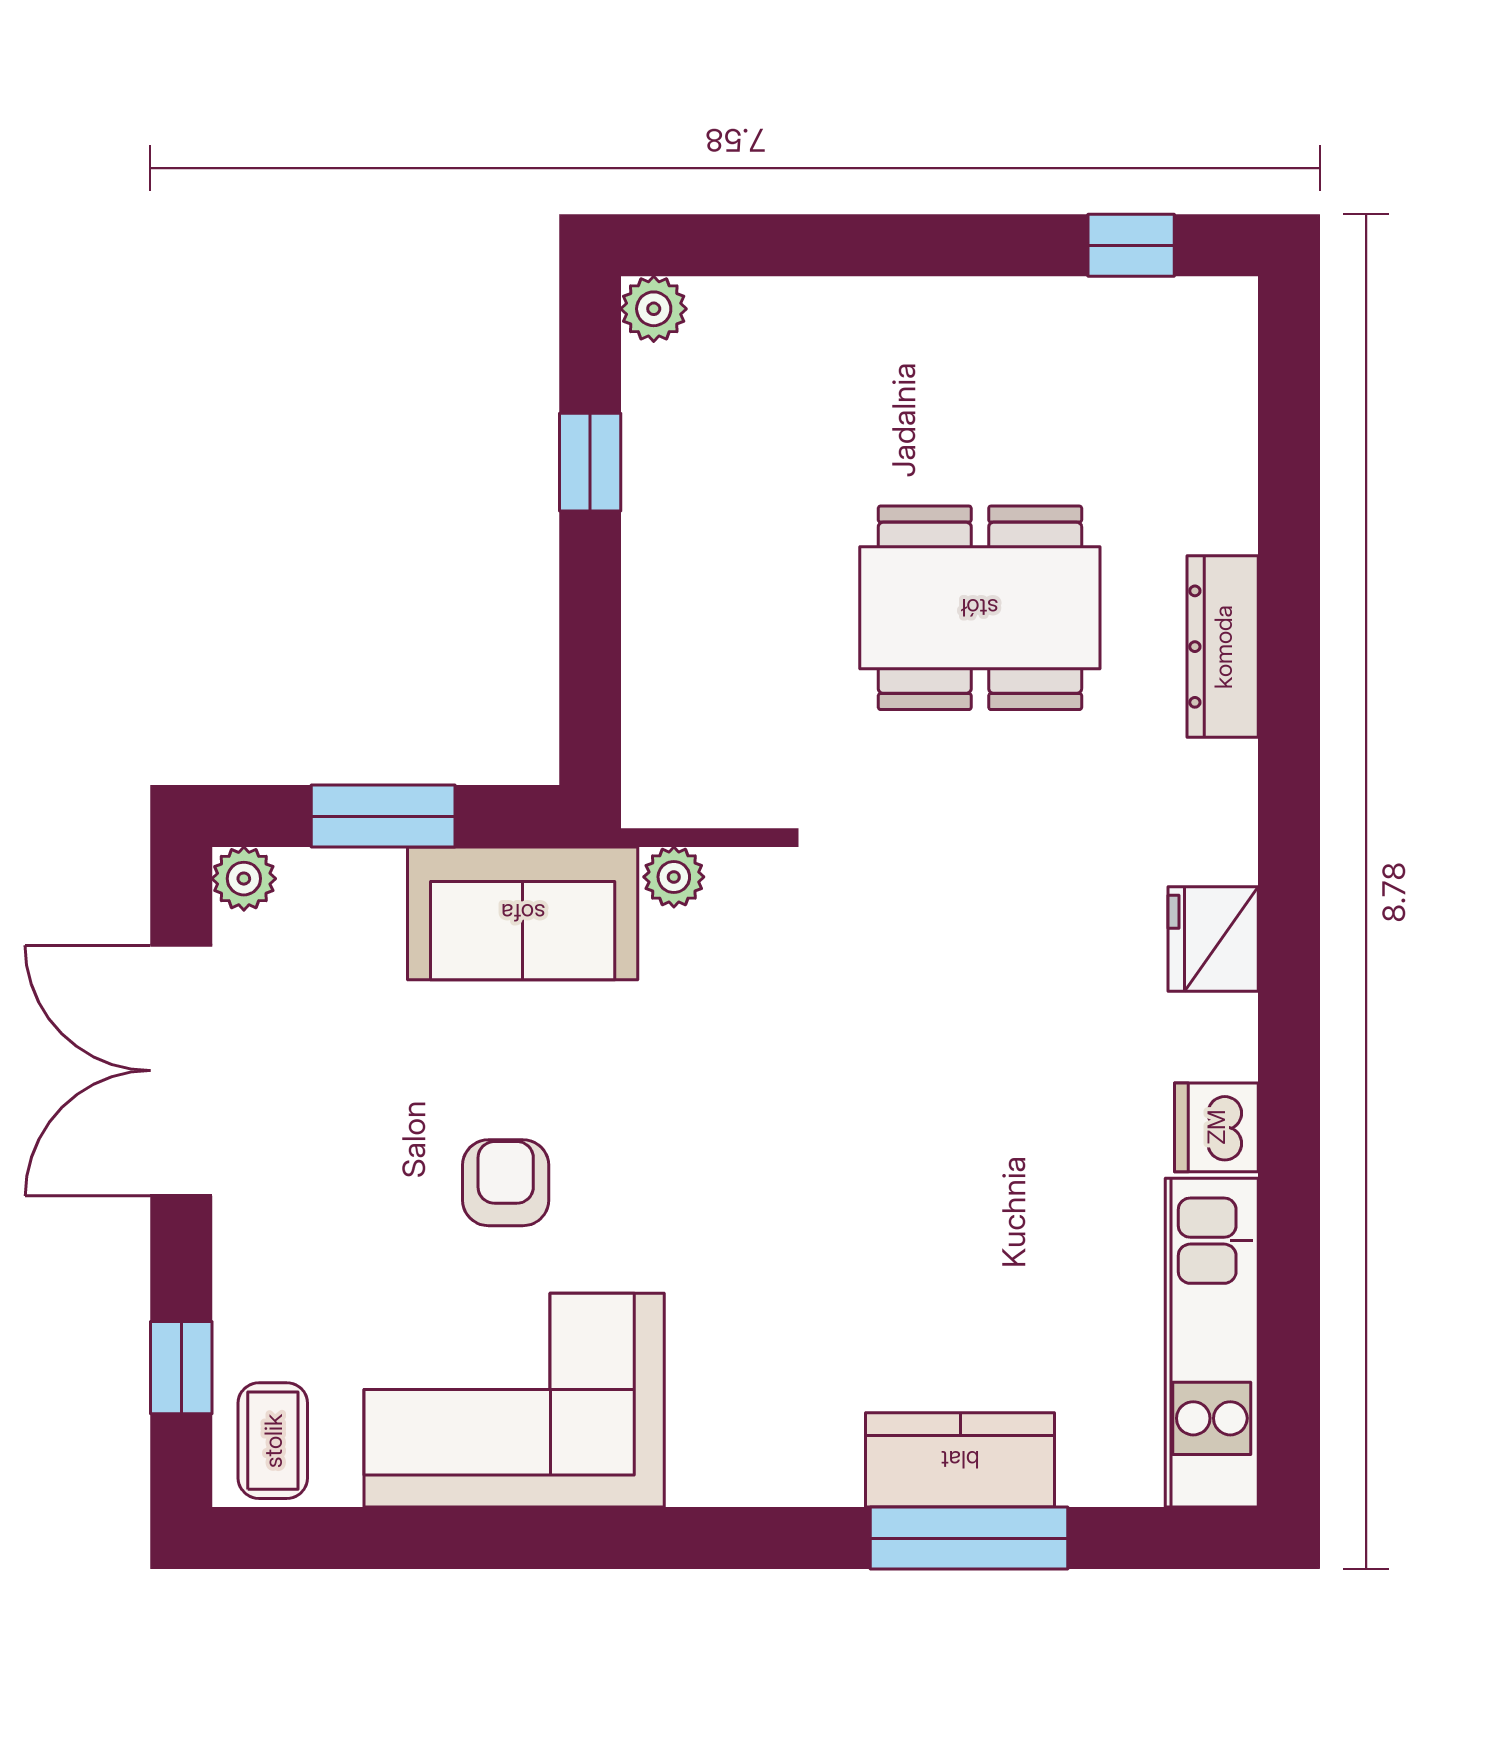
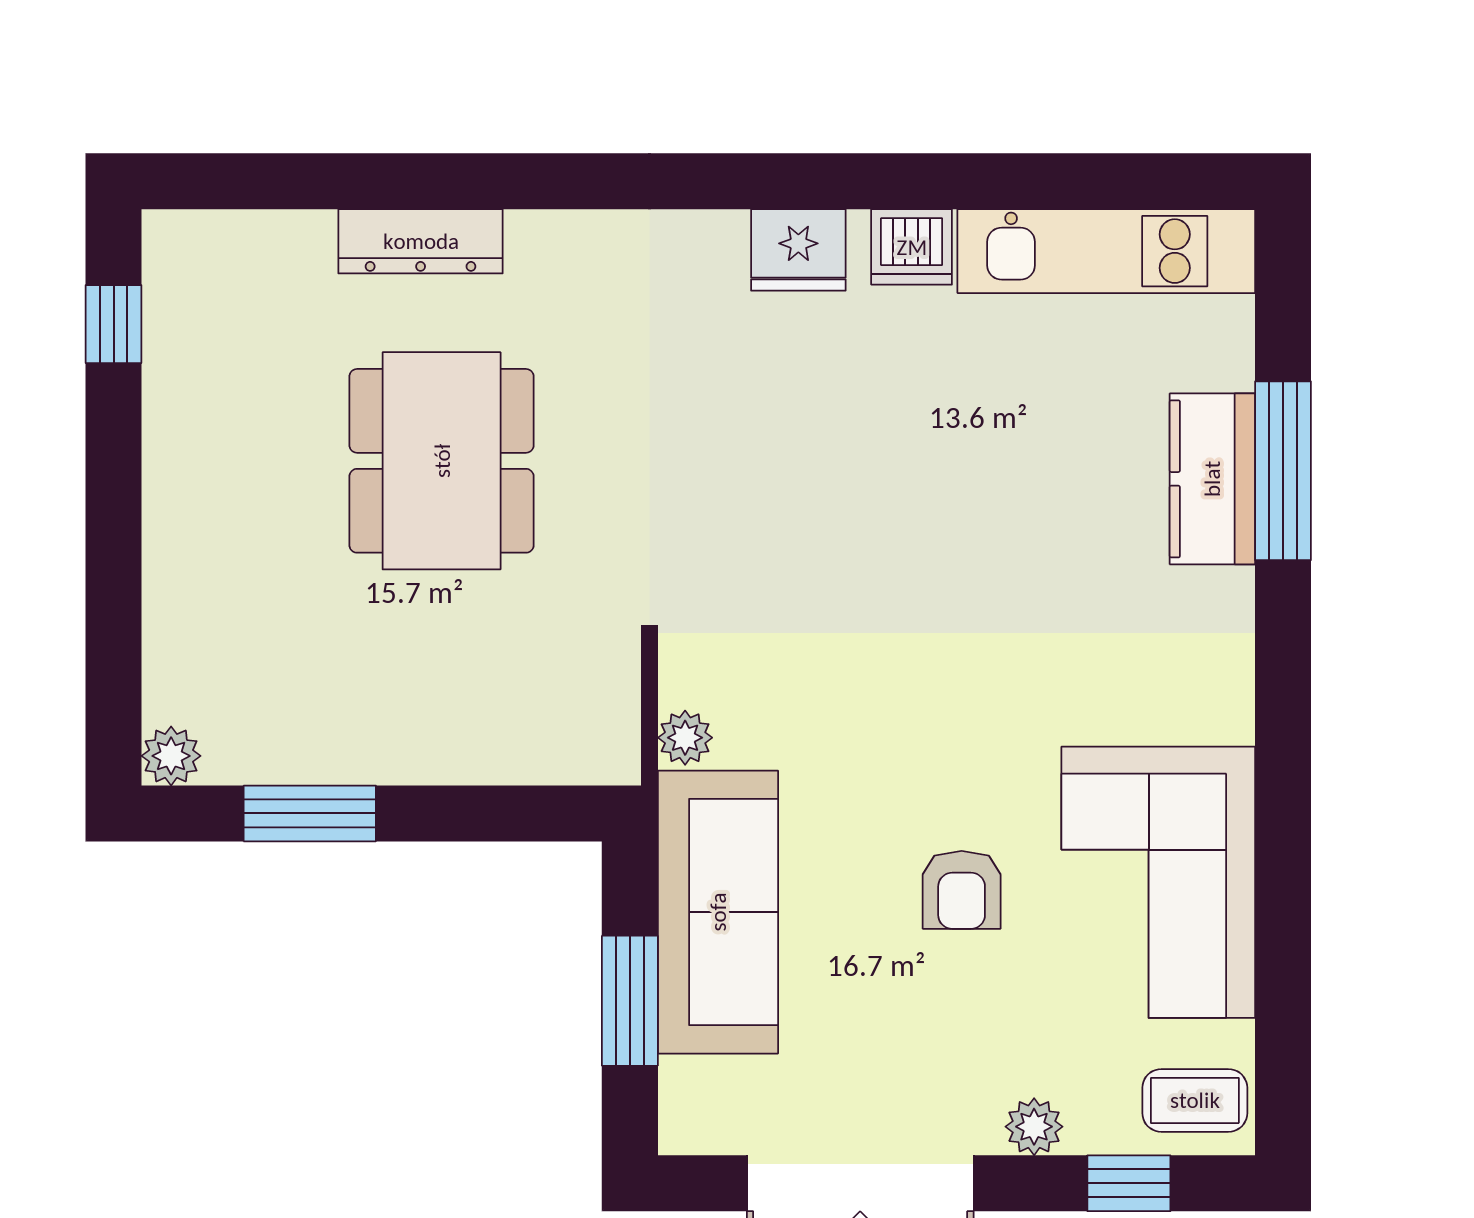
window: (590, 462) -> (310, 813), width x1.50
dresser: (1223, 647) -> (421, 241), moved
plant: (244, 879) -> (1034, 1127), moved
sofa: (523, 913) -> (718, 912), width x1.36
fridge: (1213, 939) -> (798, 250), moved
armchair: (506, 1183) -> (962, 890), turned -90

